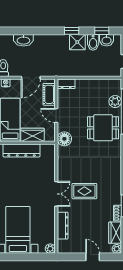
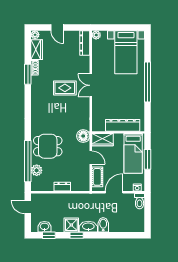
washbasin: (23, 40) -> (88, 227), moved
bidet: (93, 42) -> (103, 225), moved
dresser: (66, 84) -> (62, 187), moved
wardrobe: (32, 135) -> (102, 140), moved
dresser: (63, 226) -> (85, 43), moved

